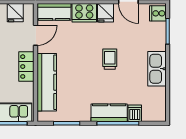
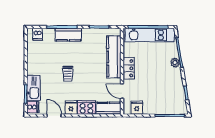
door: (36, 35) -> (122, 91), hinge flipped
kitchen sink: (157, 69) -> (33, 88), moved
dishwasher: (135, 113) -> (38, 34), moved

